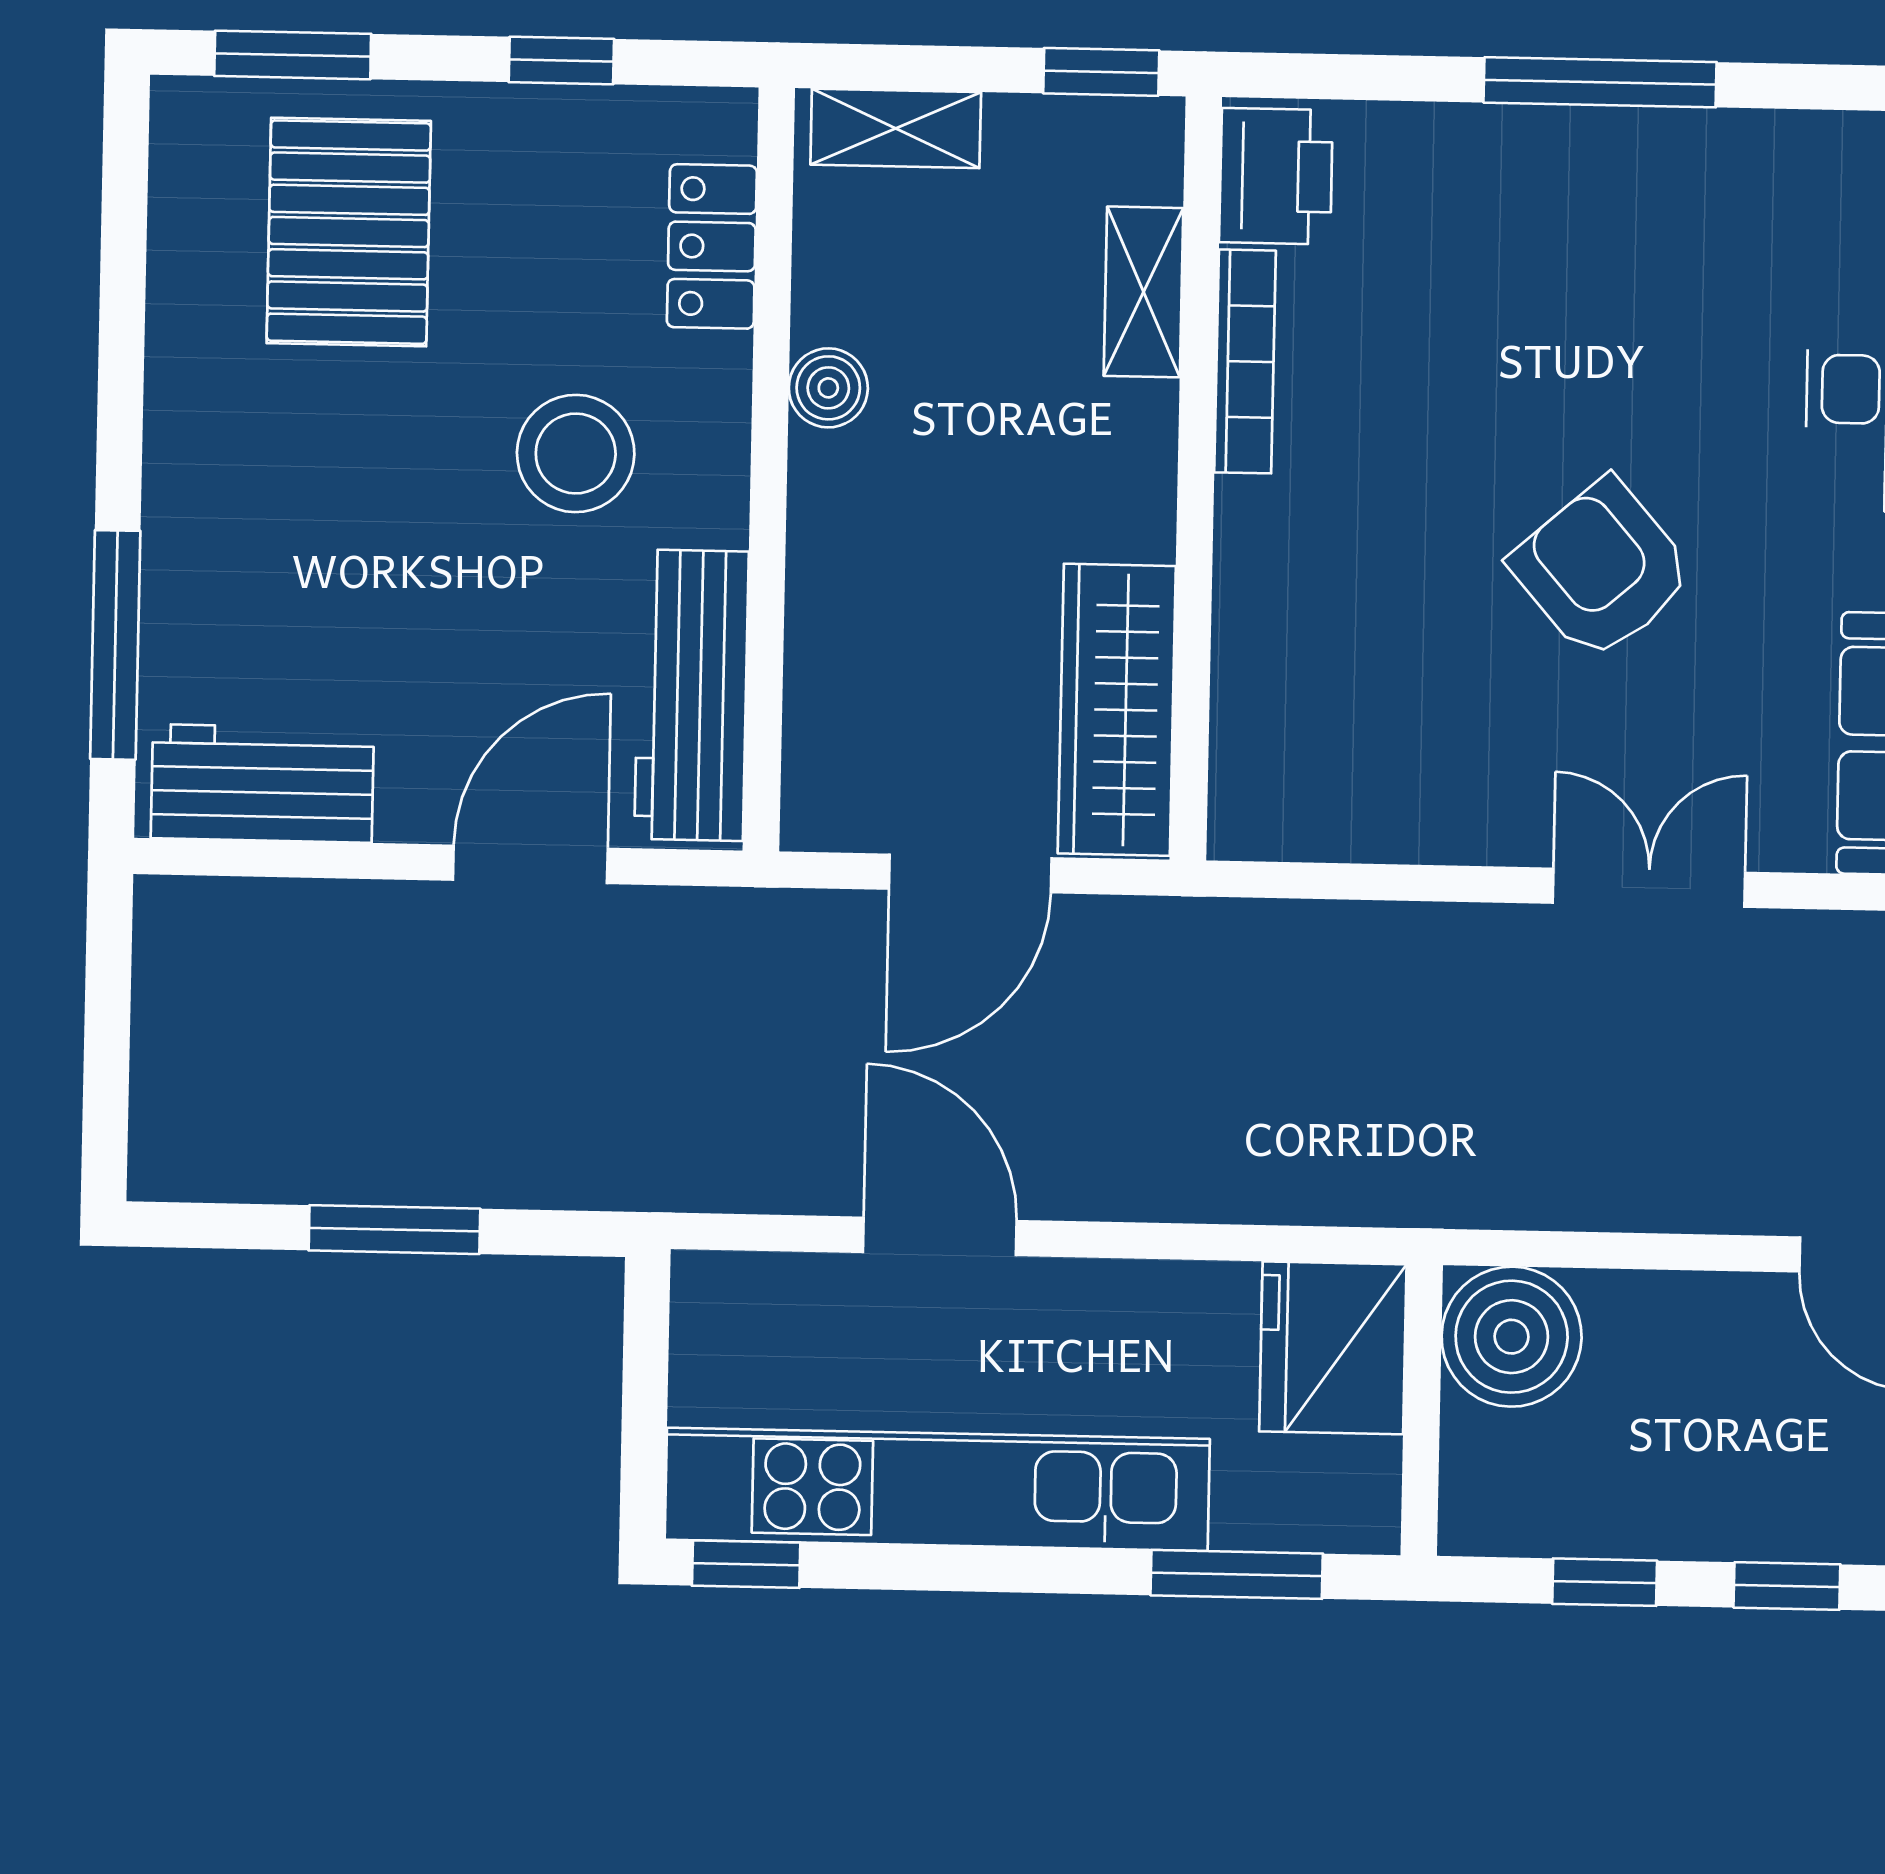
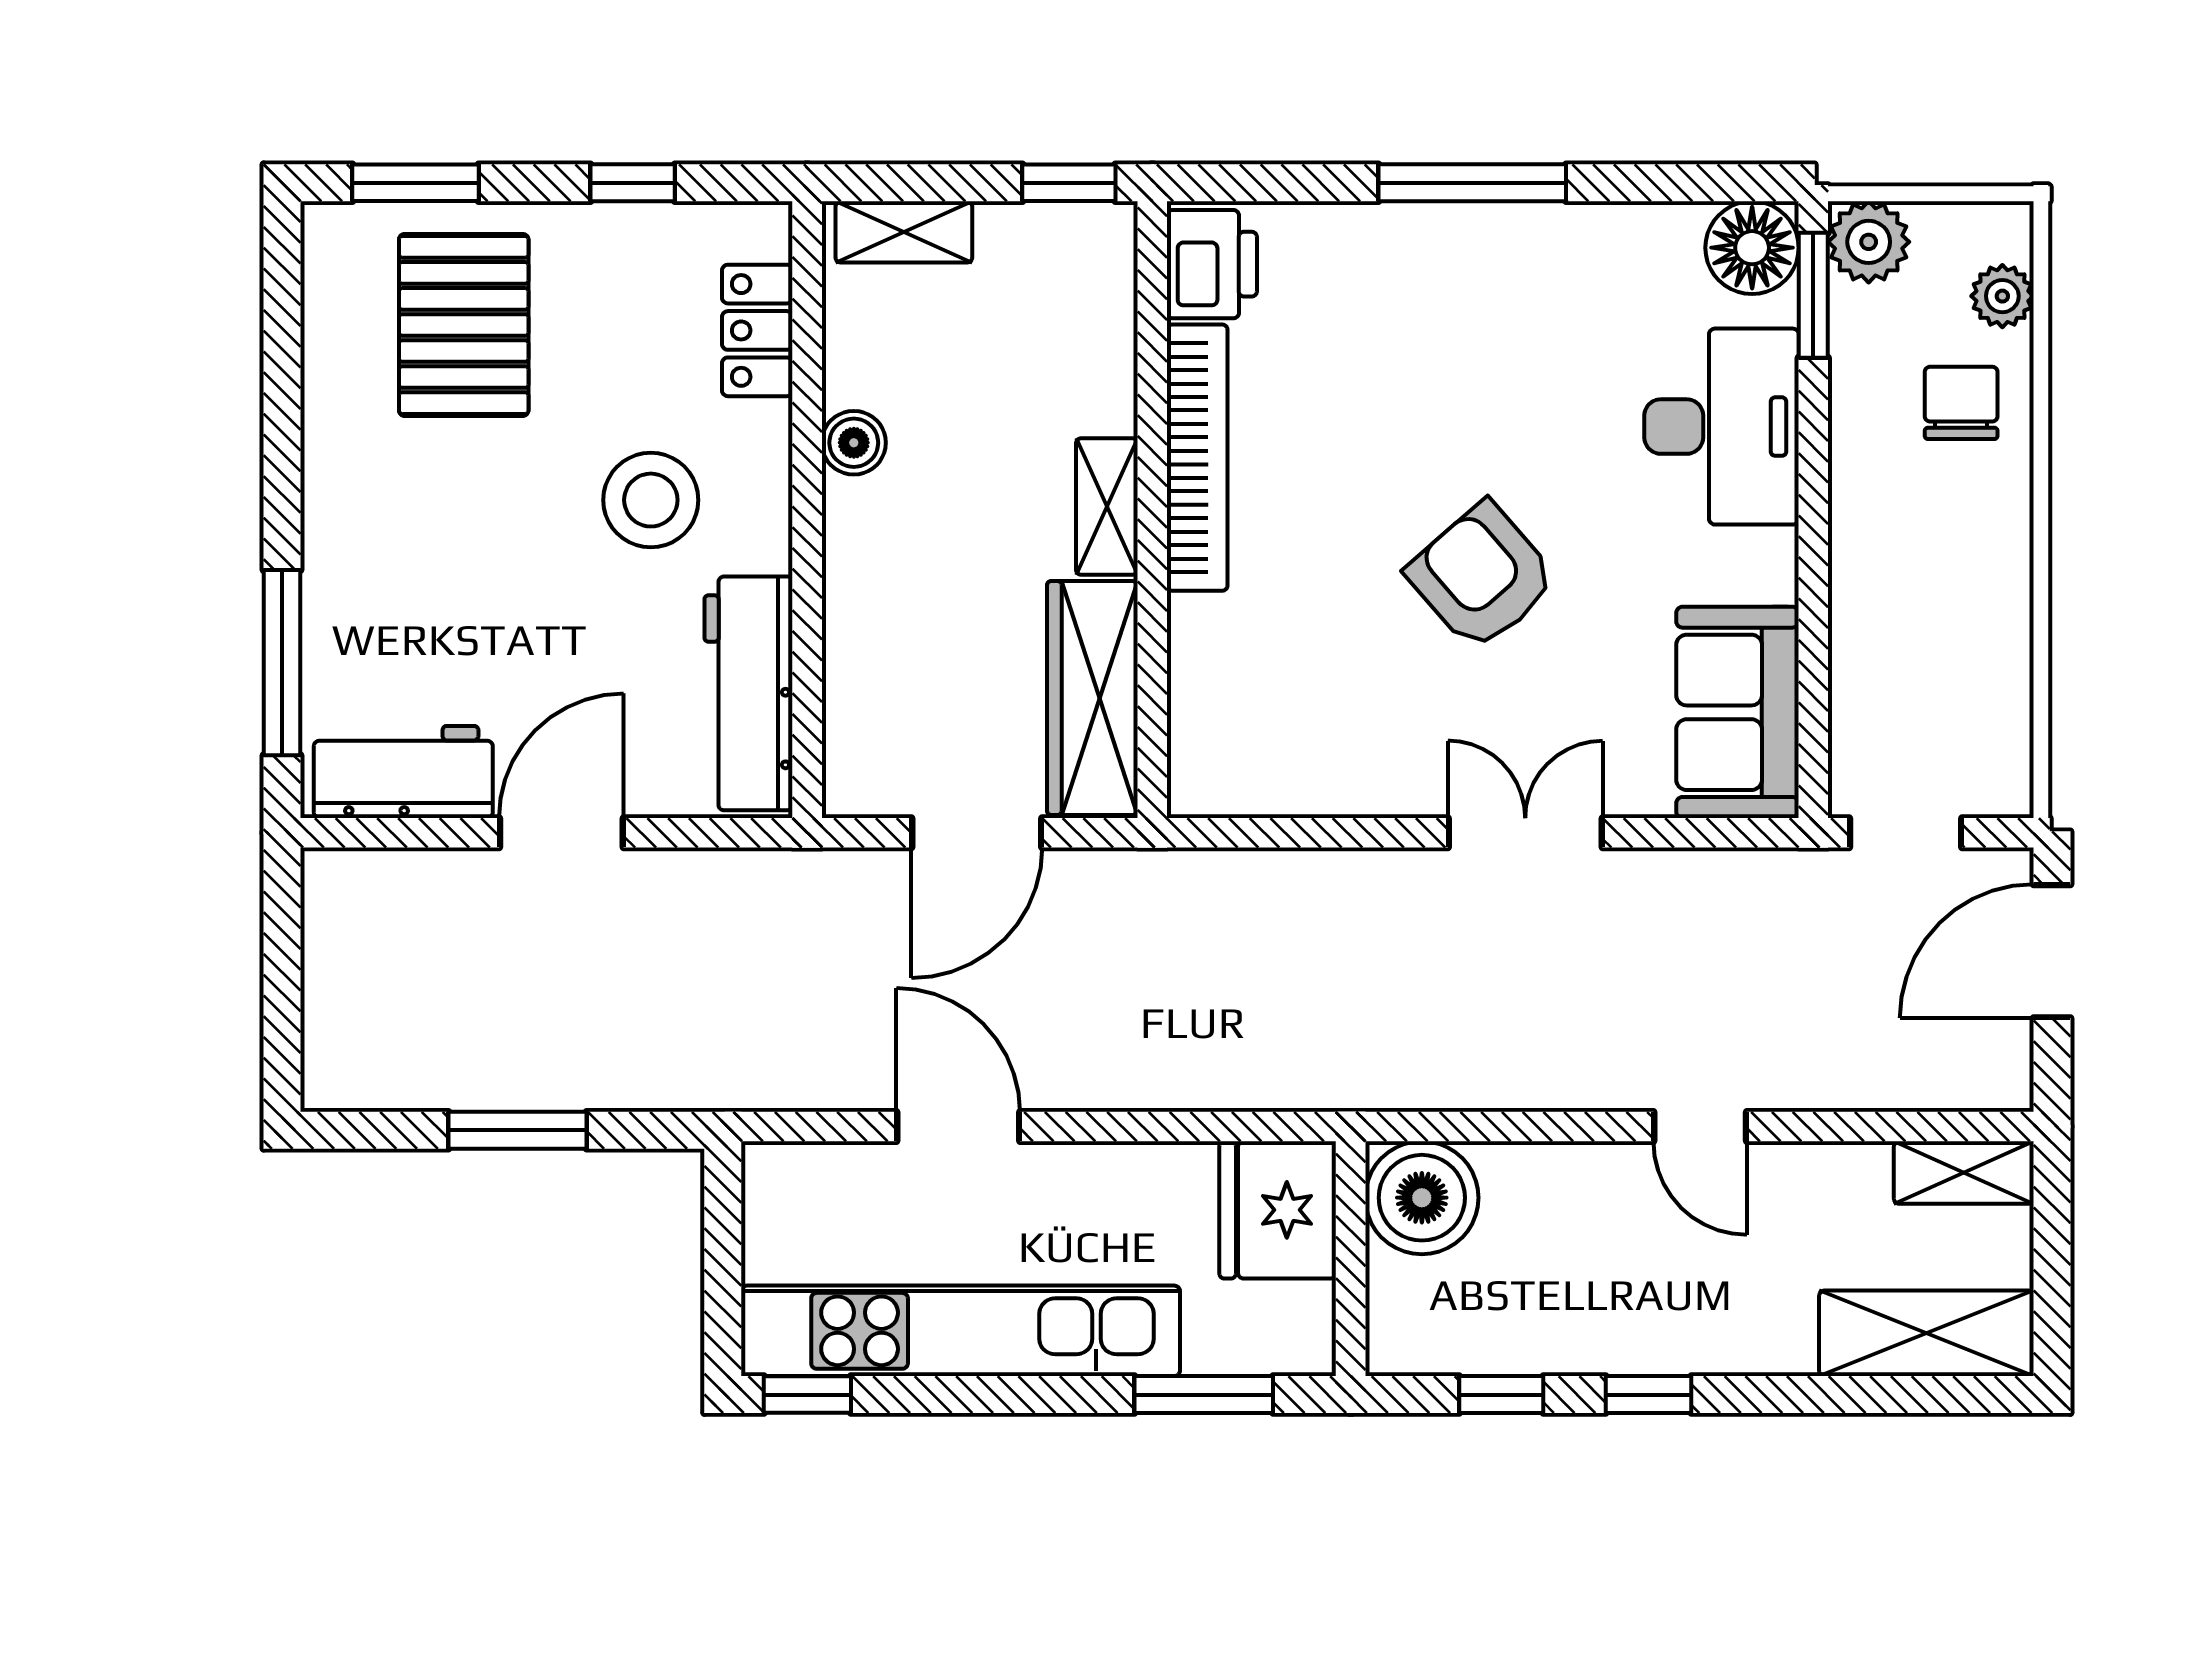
shelving: (1143, 292) -> (1107, 507), moved
bookcase: (1245, 361) -> (1197, 458), width x1.48, depth x1.31
door: (530, 864) -> (561, 833), moved

